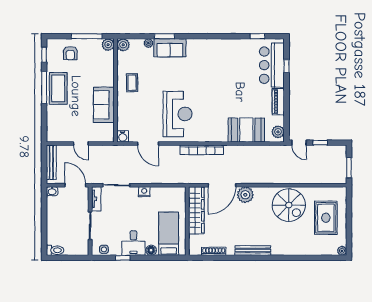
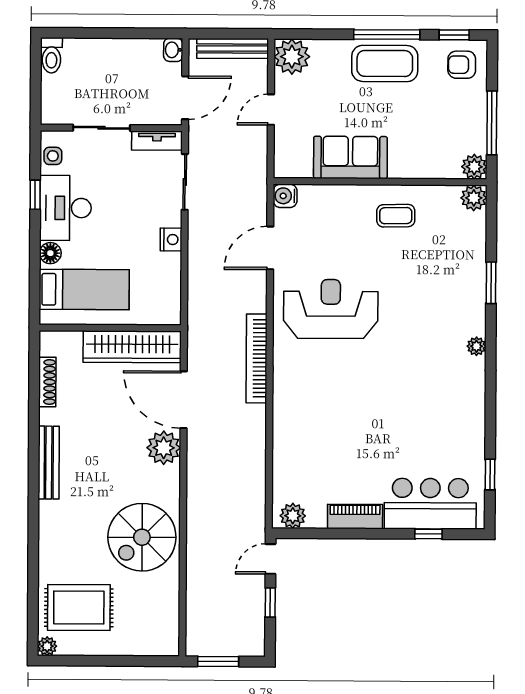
plant: (148, 43) -> (476, 346), moved
sofa: (170, 48) -> (467, 294), removed
armchair: (70, 53) -> (462, 65), moved
reception desk: (178, 114) -> (331, 309), turned 180
booth: (246, 130) -> (297, 450), removed
plant: (55, 133) -> (292, 57), added
rug: (326, 218) -> (79, 608), moved
desk: (133, 243) -> (65, 208), width x1.37

